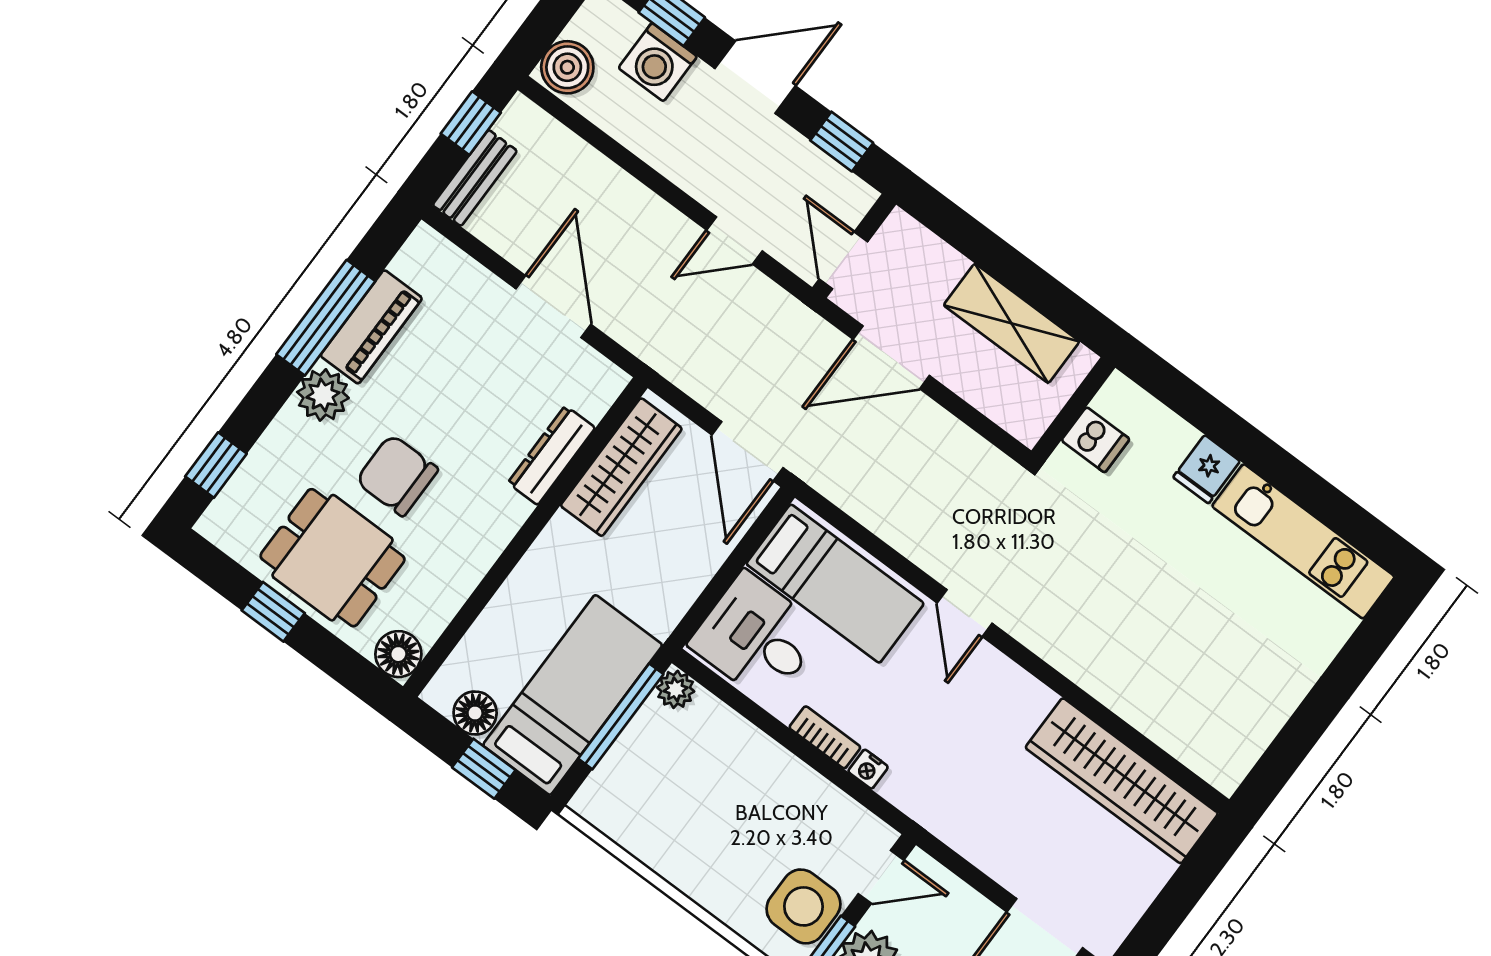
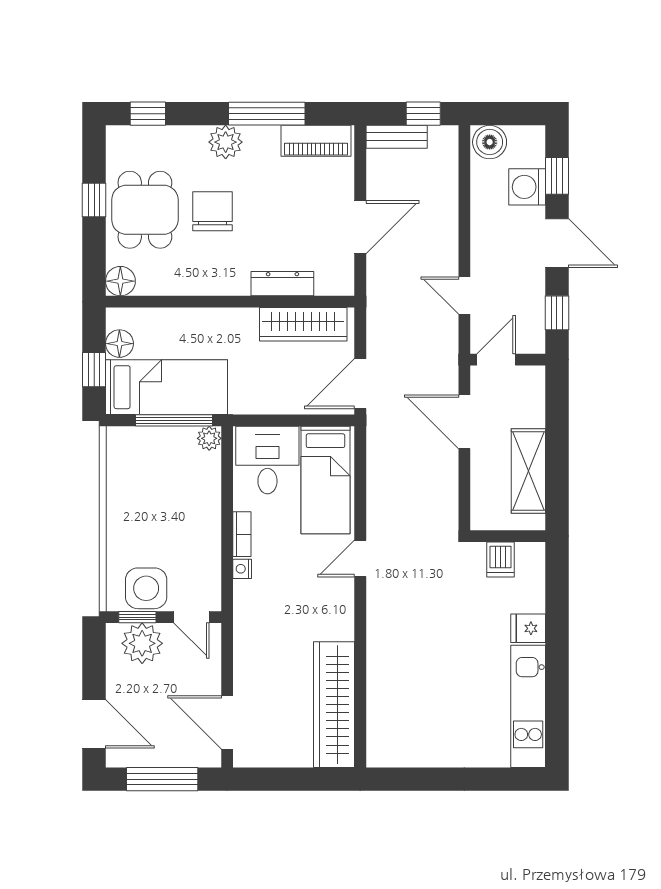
piano: (371, 327) -> (316, 141), moved

